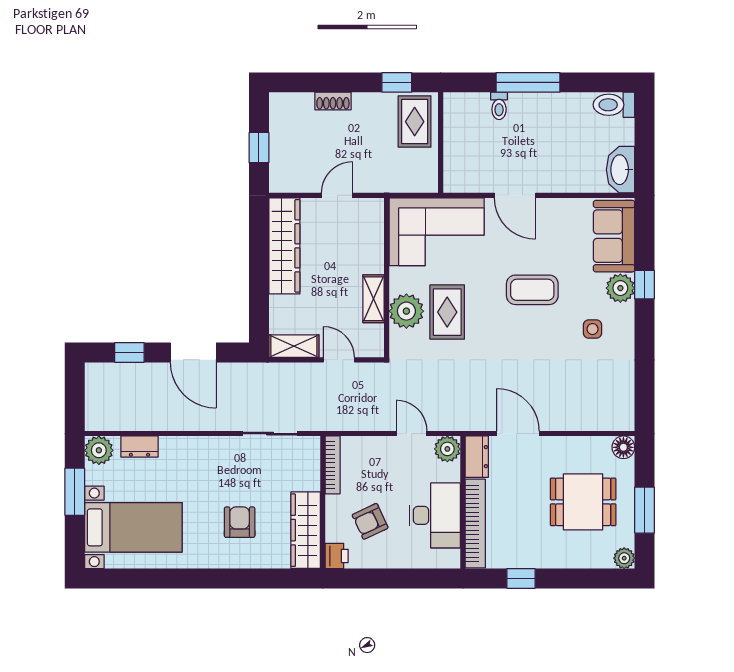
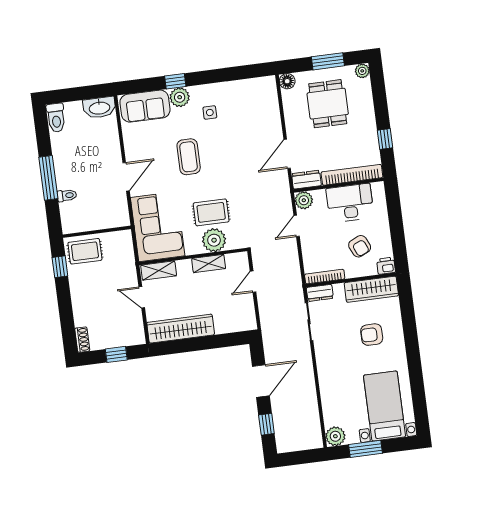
shoe rack: (333, 101) -> (82, 340), moved
shelving: (294, 346) -> (159, 270), moved, turned 90
dresser: (139, 447) -> (320, 293), moved, turned 90

